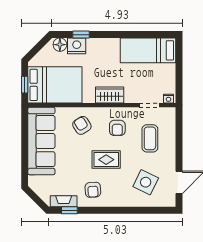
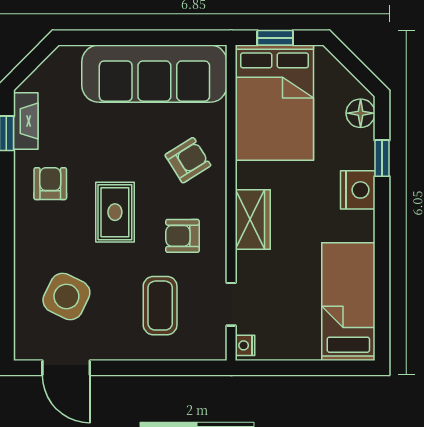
nightstand: (77, 46) -> (358, 190), moved
coffee table: (150, 138) -> (160, 306), turned 90
armchair: (93, 190) -> (50, 184), turned 94

